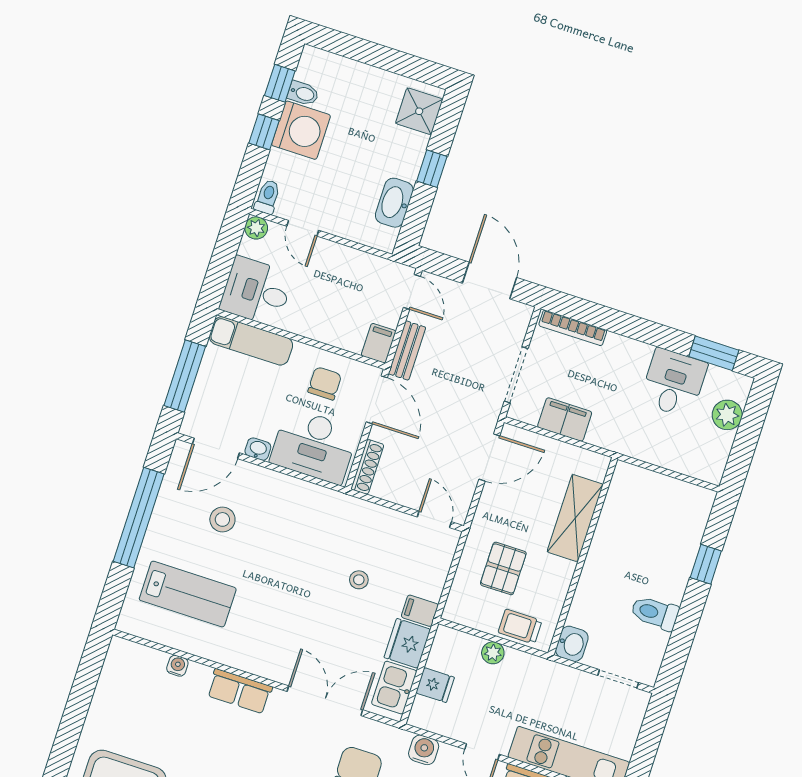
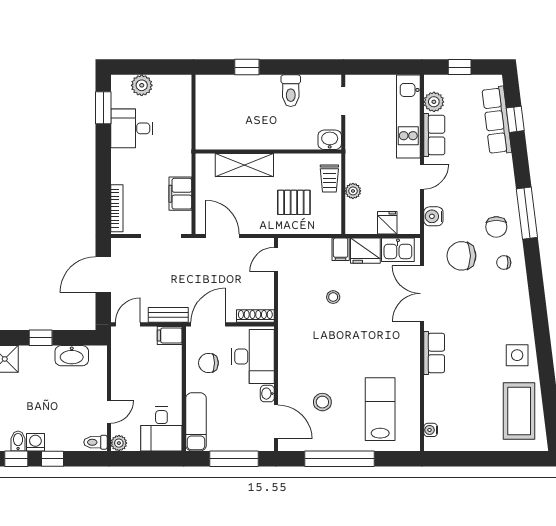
washing machine: (301, 130) -> (35, 442), width x0.53, depth x0.53
water cooler: (177, 666) -> (431, 430), moved

